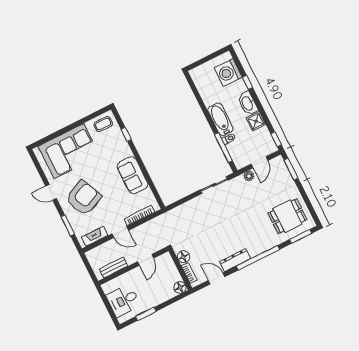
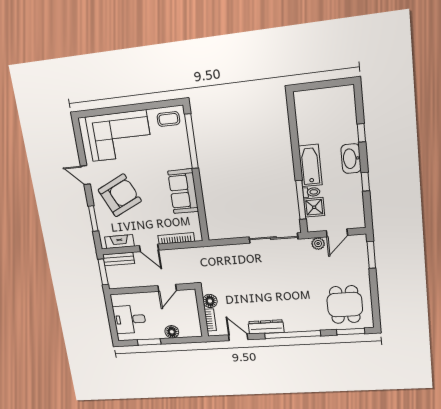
washing machine: (228, 73) -> (342, 112), removed
shower: (256, 121) -> (314, 207), moved
window: (126, 134) -> (191, 141), width x3.17
window: (276, 139) -> (365, 182), moved
sliding door: (214, 185) -> (273, 238), width x1.37
dining table: (288, 216) -> (345, 305), turned 90
window: (89, 268) -> (103, 272), added
bench: (114, 268) -> (119, 259), moved
floor lamp: (180, 287) -> (172, 332), moved

